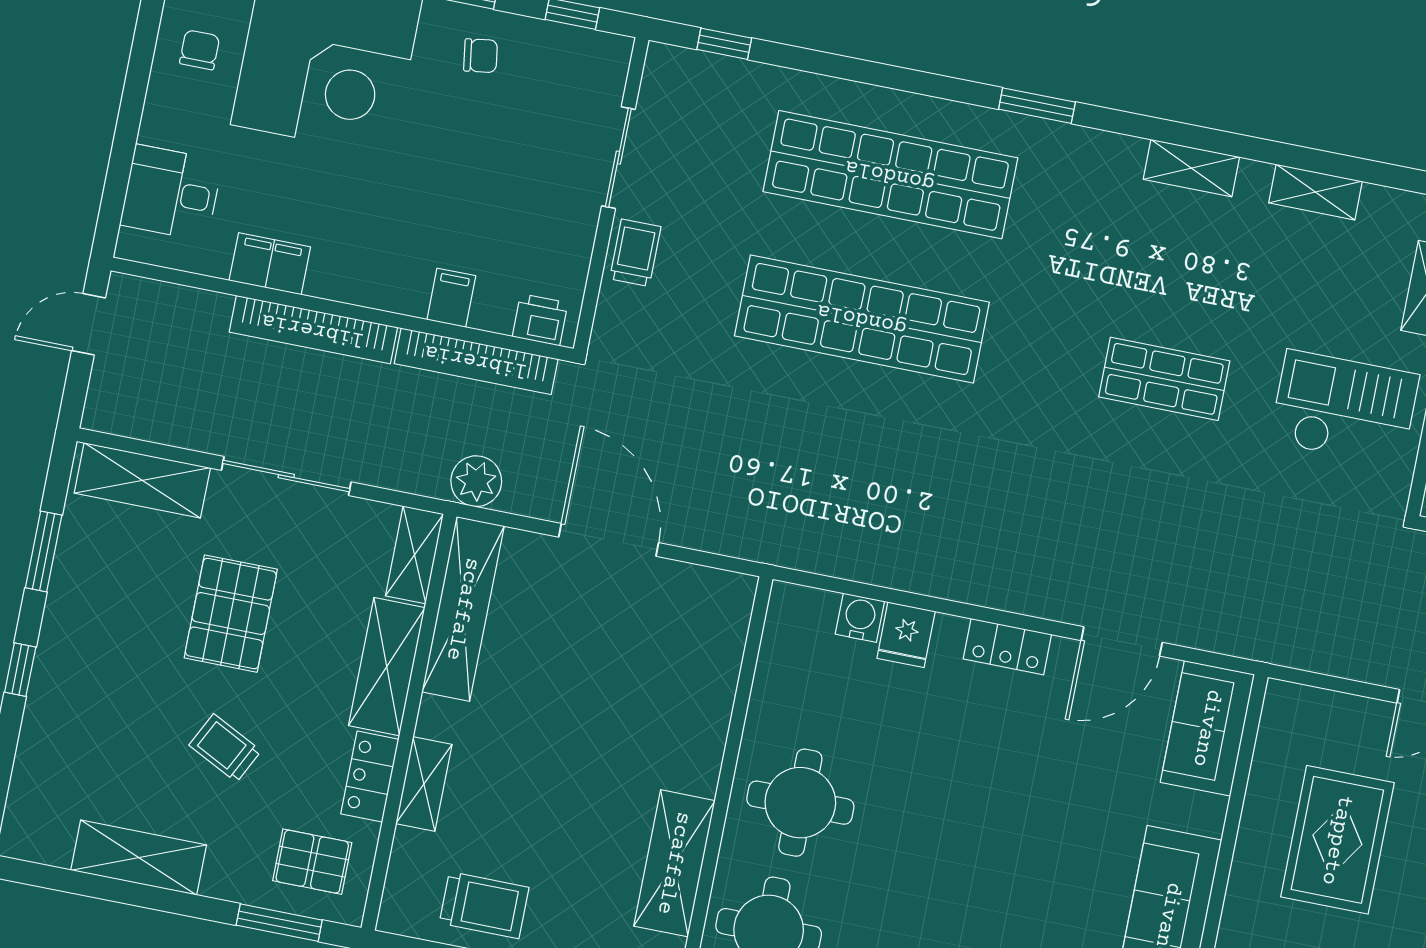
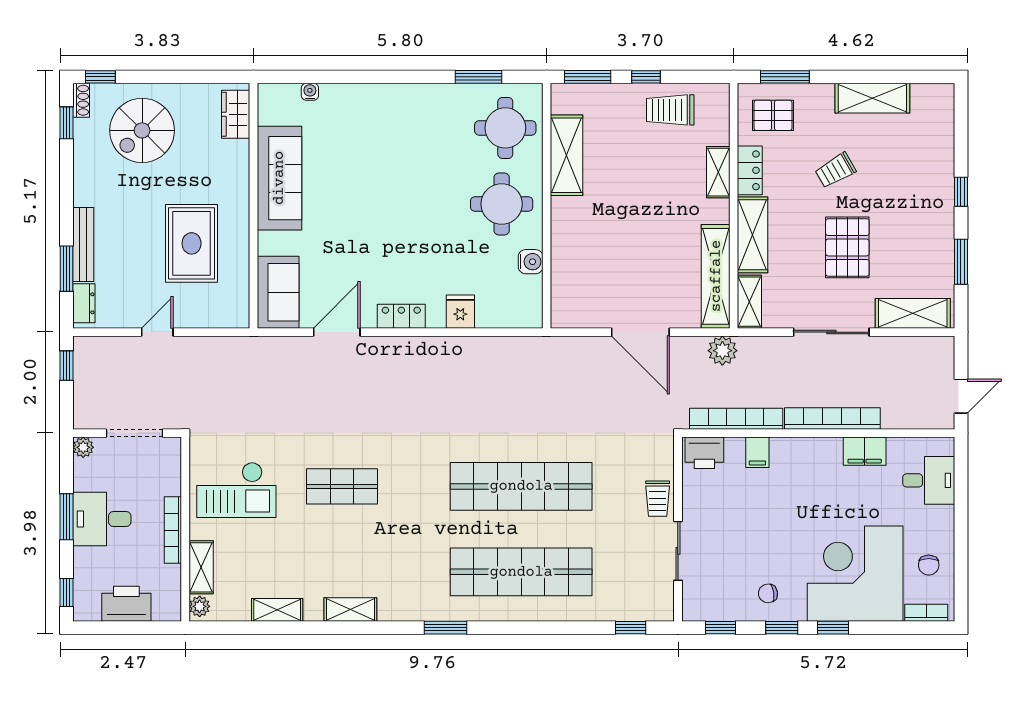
printer: (540, 320) -> (704, 453), width x1.36, depth x1.24
water cooler: (860, 618) -> (531, 262), moved, turned -90
trolley: (225, 748) -> (835, 170), turned 123

